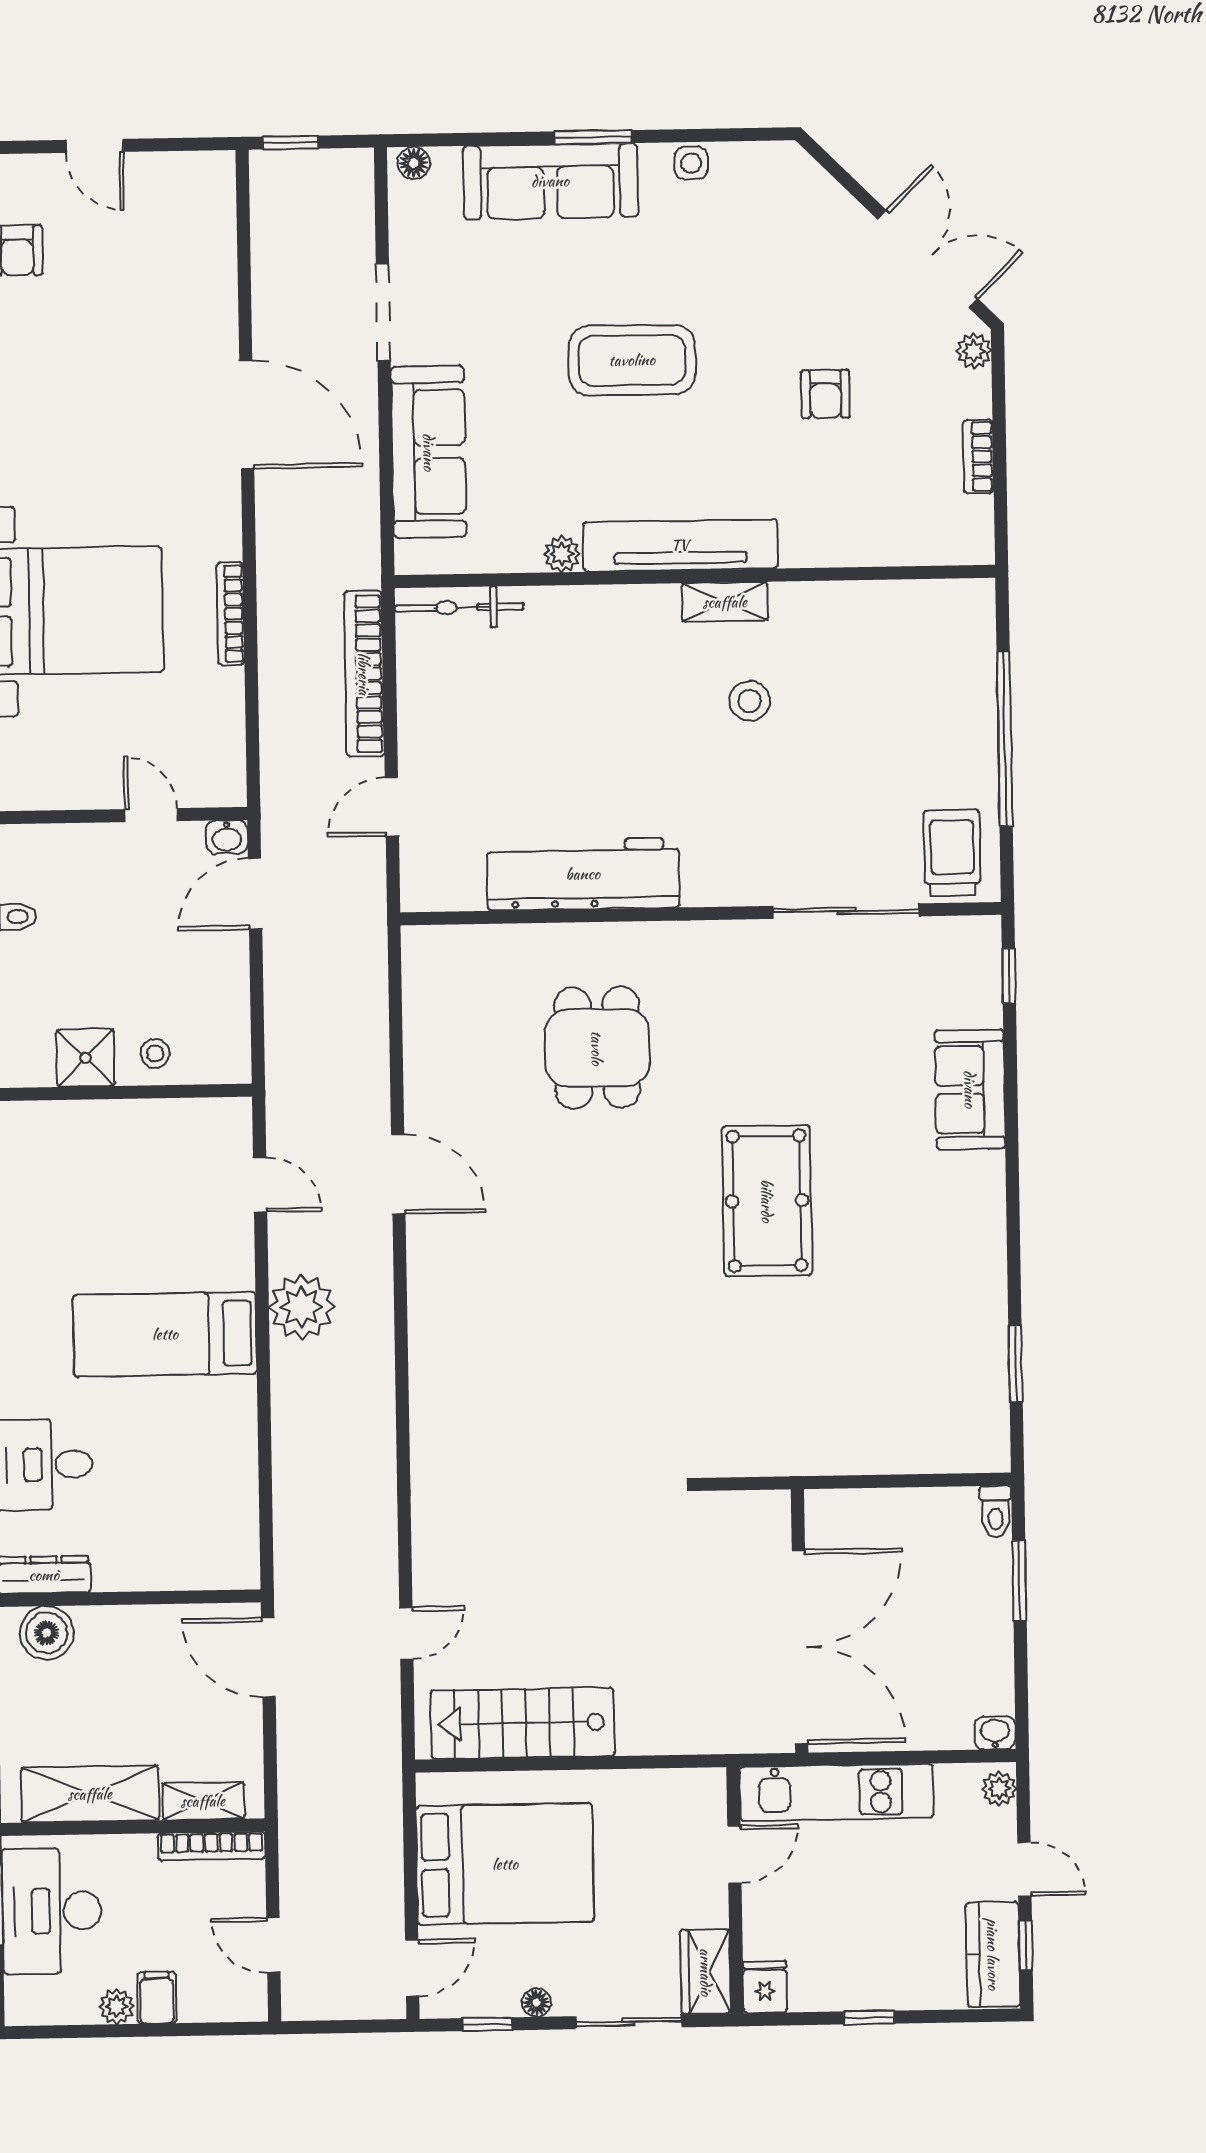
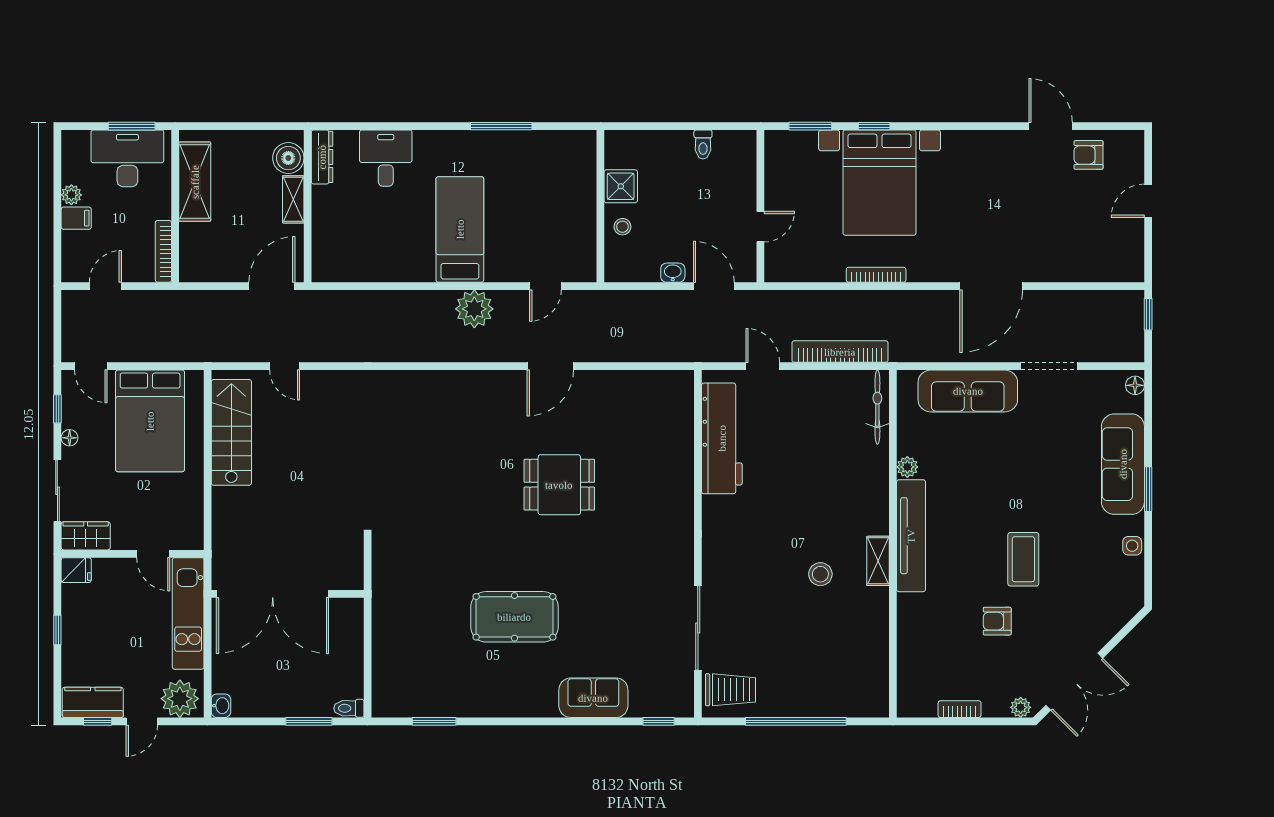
coffee table: (632, 360) -> (1023, 559), moved, width x0.73, depth x0.76
washbasin: (227, 837) -> (673, 273), moved, turned 90
workbench: (583, 874) -> (722, 438), moved
dining table: (597, 1048) -> (559, 485), moved
pool table: (767, 1201) -> (514, 617), moved
plant: (999, 1789) -> (180, 699), width x1.88, depth x1.88
shelving: (203, 1801) -> (293, 199), moved

